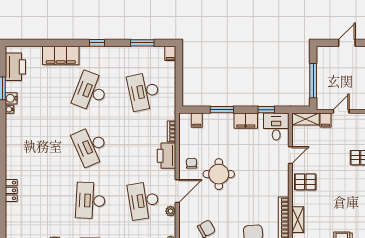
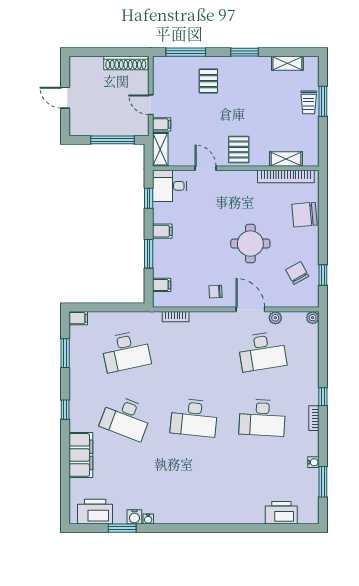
filing cabinet: (246, 121) -> (162, 231), width x0.50
desk: (91, 146) -> (194, 418), turned 30
printer: (167, 156) -> (281, 513), moved, turned 180
round table: (219, 174) -> (250, 244), moved
locker: (11, 190) -> (249, 517), removed

